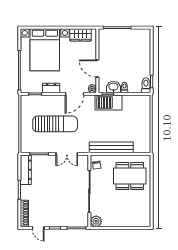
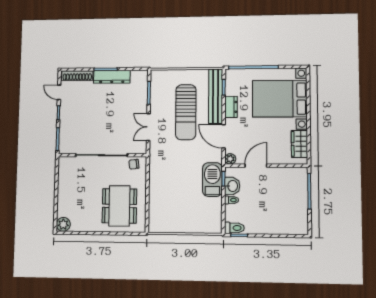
bench: (111, 147) -> (216, 96), moved
dresser: (26, 170) -> (112, 77), moved
plant: (96, 221) -> (63, 224), moved
door: (38, 228) -> (59, 92), hinge flipped

